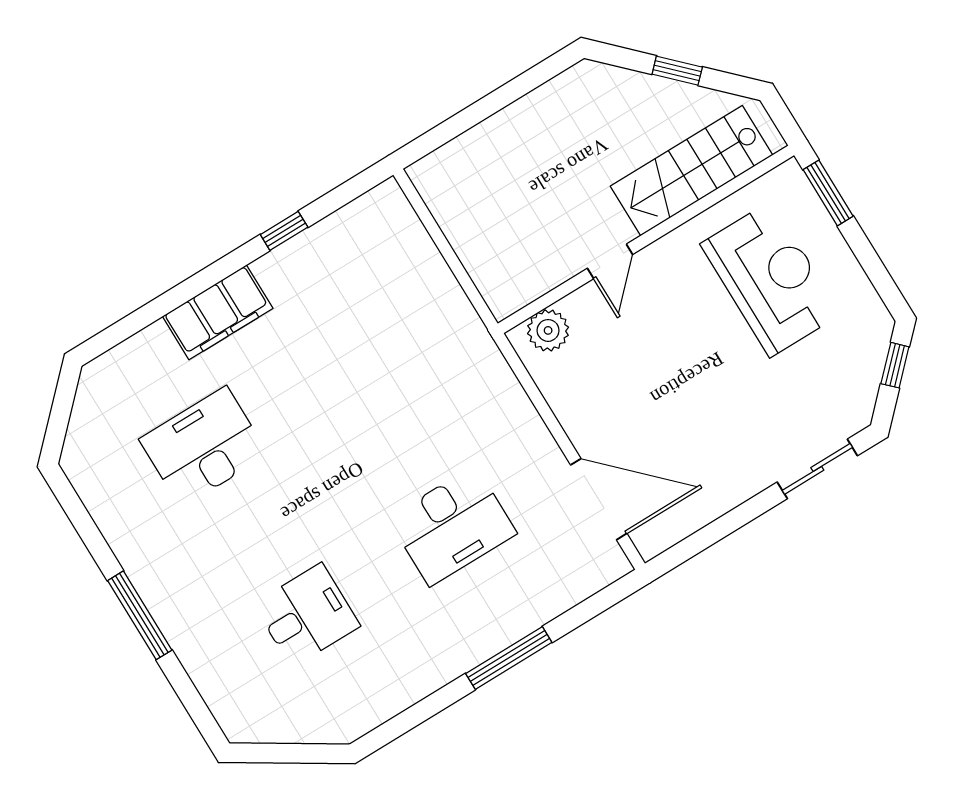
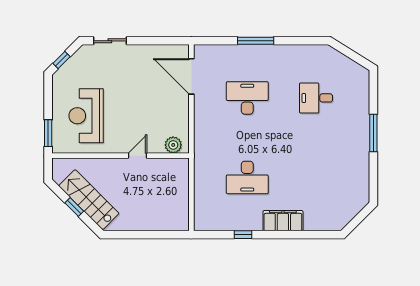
stairs: (692, 171) -> (89, 200), moved, turned -135
desk: (204, 447) -> (247, 177), moved

